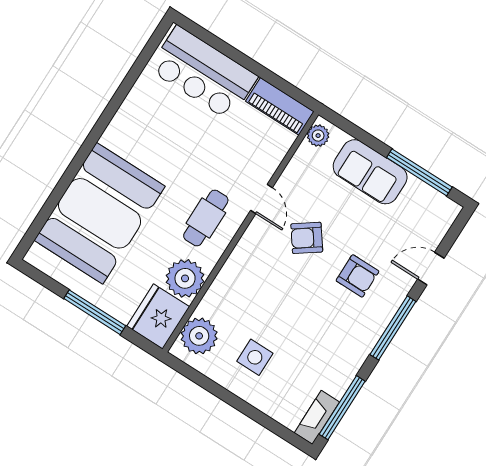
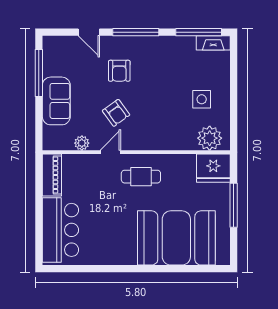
plant: (318, 136) -> (82, 143), moved
armchair: (357, 276) -> (119, 71), turned 180
plant: (185, 278) -> (182, 167), removed

